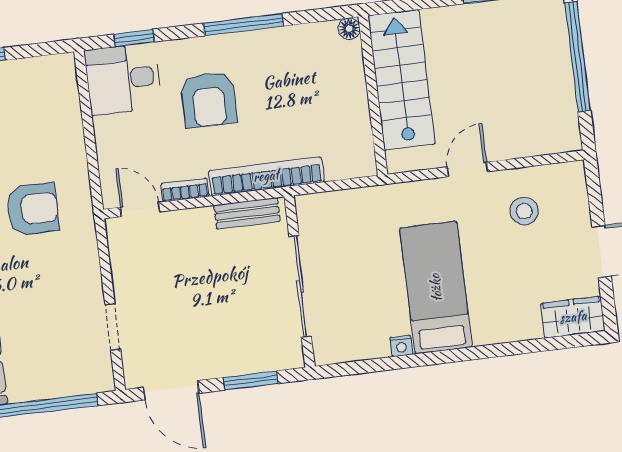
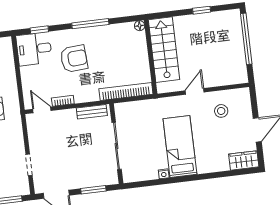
armchair: (209, 100) -> (74, 59), turned -94
bookcase: (266, 176) -> (126, 91), moved

